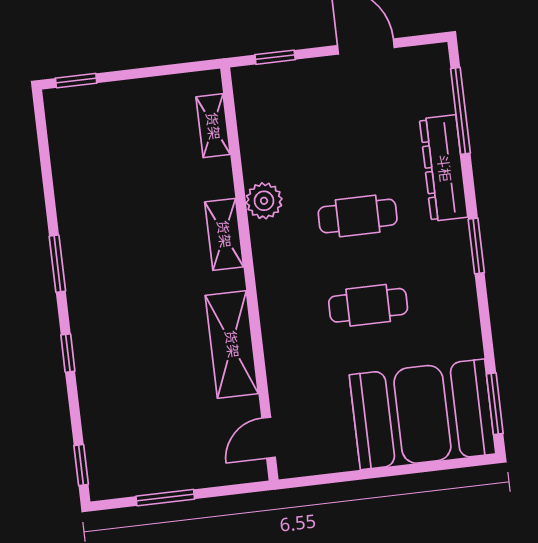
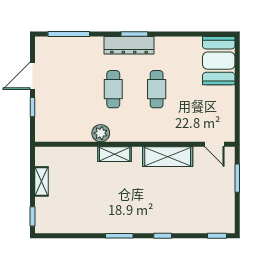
window: (275, 57) -> (33, 107), moved
shelving: (213, 126) -> (42, 181), moved, turned 90
dresser: (444, 168) -> (129, 45), moved
window: (495, 404) -> (211, 34), removed
booth: (422, 414) -> (219, 61), width x0.73, depth x0.70
window: (165, 498) -> (237, 178), moved

